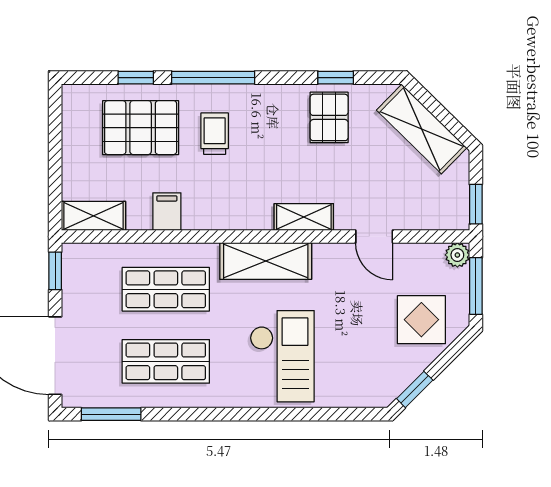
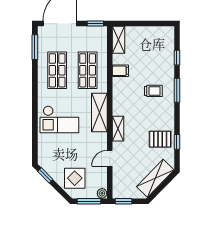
window: (213, 78) -> (177, 90), width x0.69
pallet: (141, 128) -> (156, 60), removed

